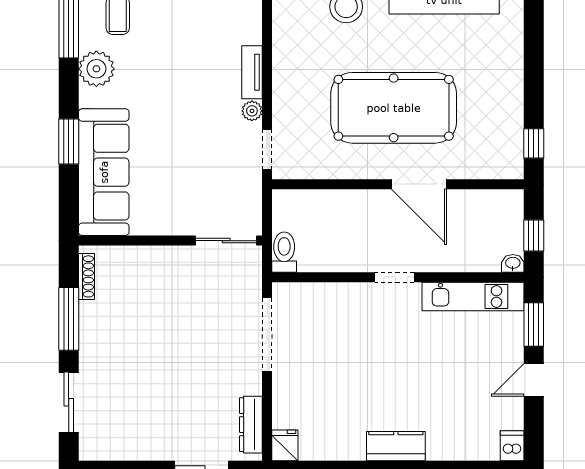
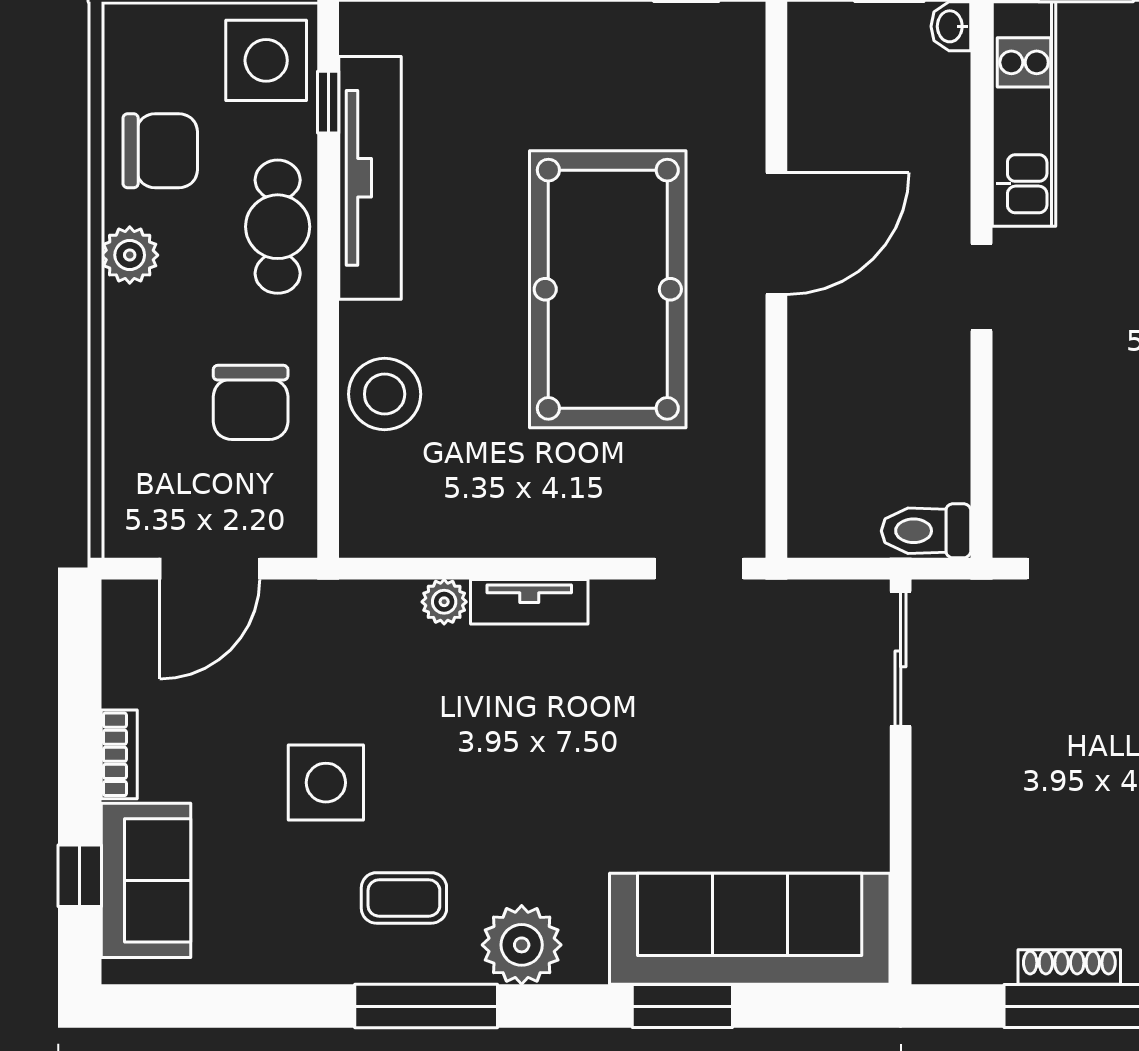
plant: (252, 111) -> (444, 602), moved
shoe rack: (86, 276) -> (1069, 967), moved

